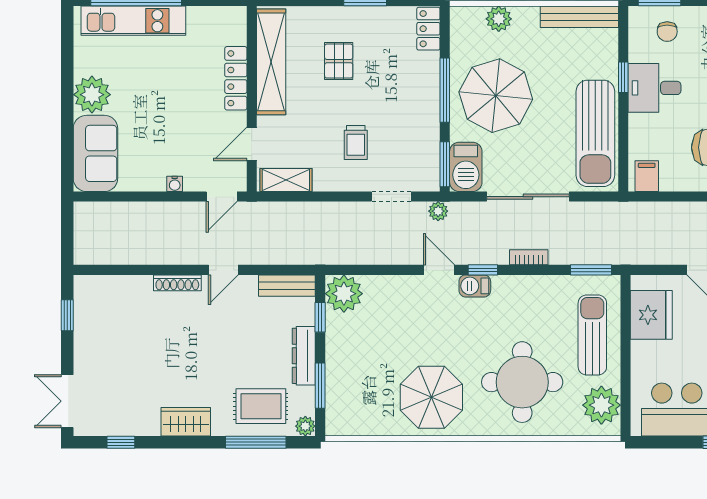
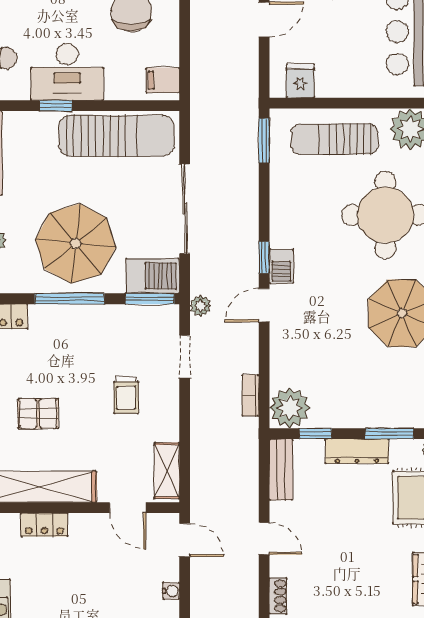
locker: (236, 78) -> (44, 525), width x0.66
desk: (654, 88) -> (67, 72), width x1.37
trolley: (356, 142) -> (126, 395), turned 90
bookcase: (529, 257) -> (250, 395), moved
shoe rack: (177, 283) -> (278, 596), width x0.70
fridge: (651, 315) -> (300, 81), width x0.53, depth x0.75

